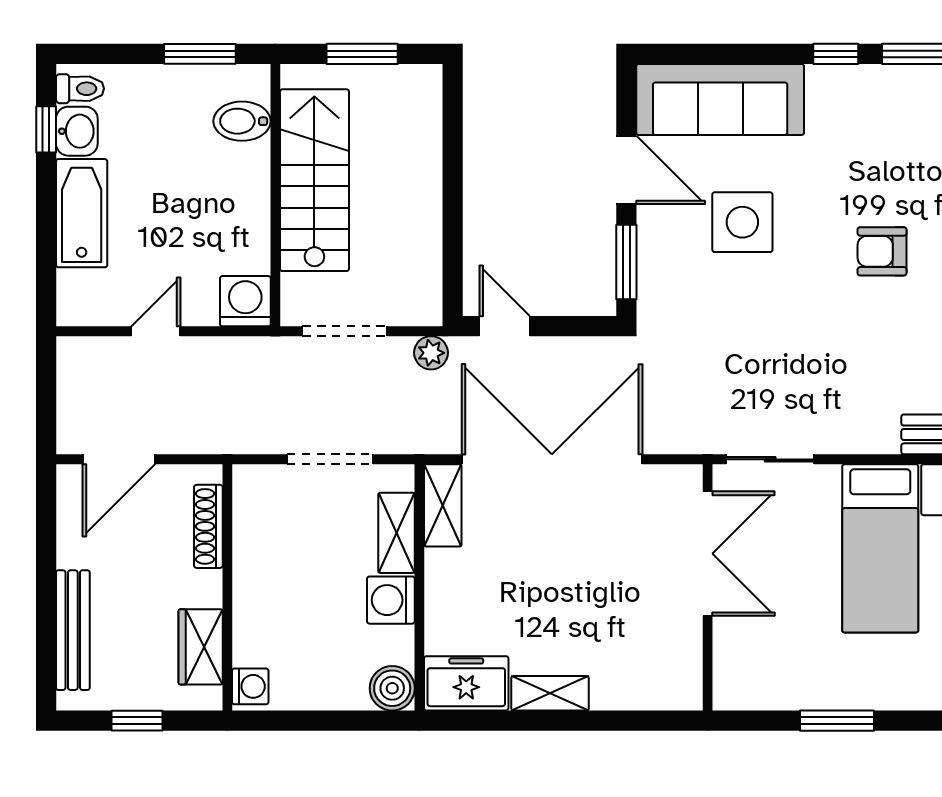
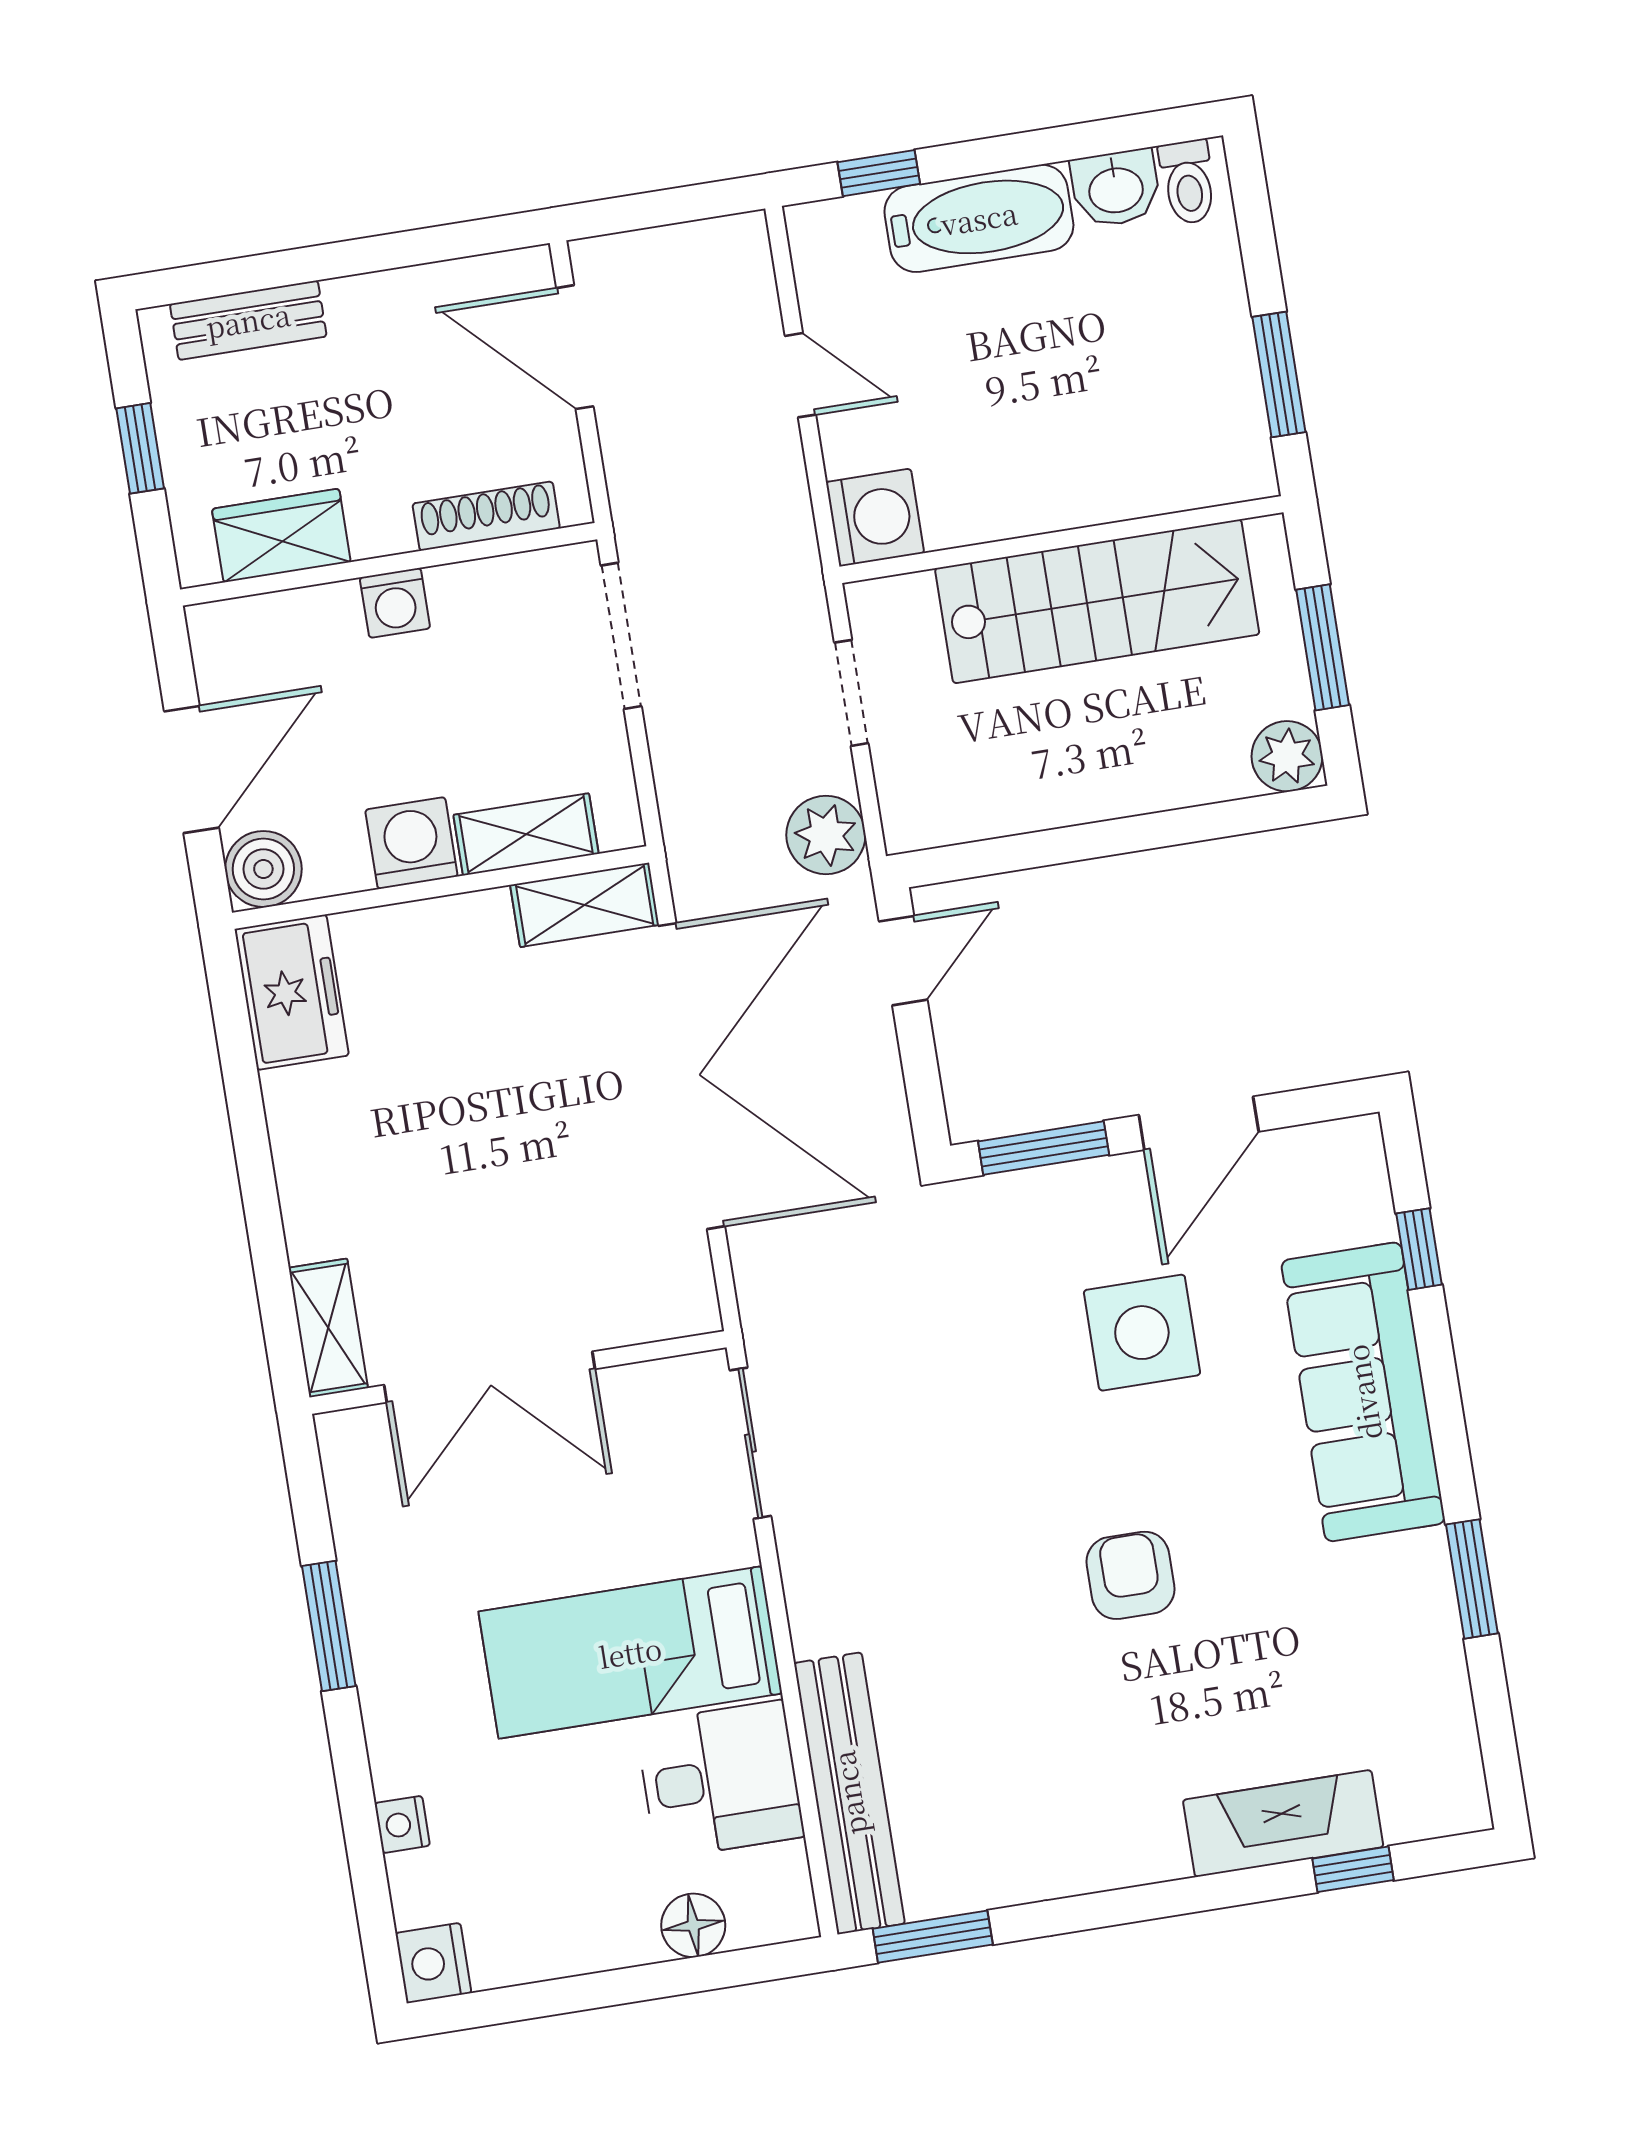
window: (836, 54) -> (1419, 1249), moved
plant: (422, 85) -> (1287, 756), added
sofa: (720, 99) -> (1363, 1392), moved
bidet: (242, 121) -> (1177, 463), removed
window: (46, 129) -> (879, 173), moved
doorway: (345, 331) -> (851, 693), width x0.73
plant: (431, 353) -> (826, 835), width x1.38, depth x1.38
doorway: (330, 459) -> (621, 636), moved
double door: (708, 554) -> (490, 1377), moved
bench: (73, 630) -> (248, 320), width x0.73
washing machine: (250, 686) -> (395, 603), moved
shelving: (550, 693) -> (328, 1328), moved
door: (328, 721) -> (192, 770), added

